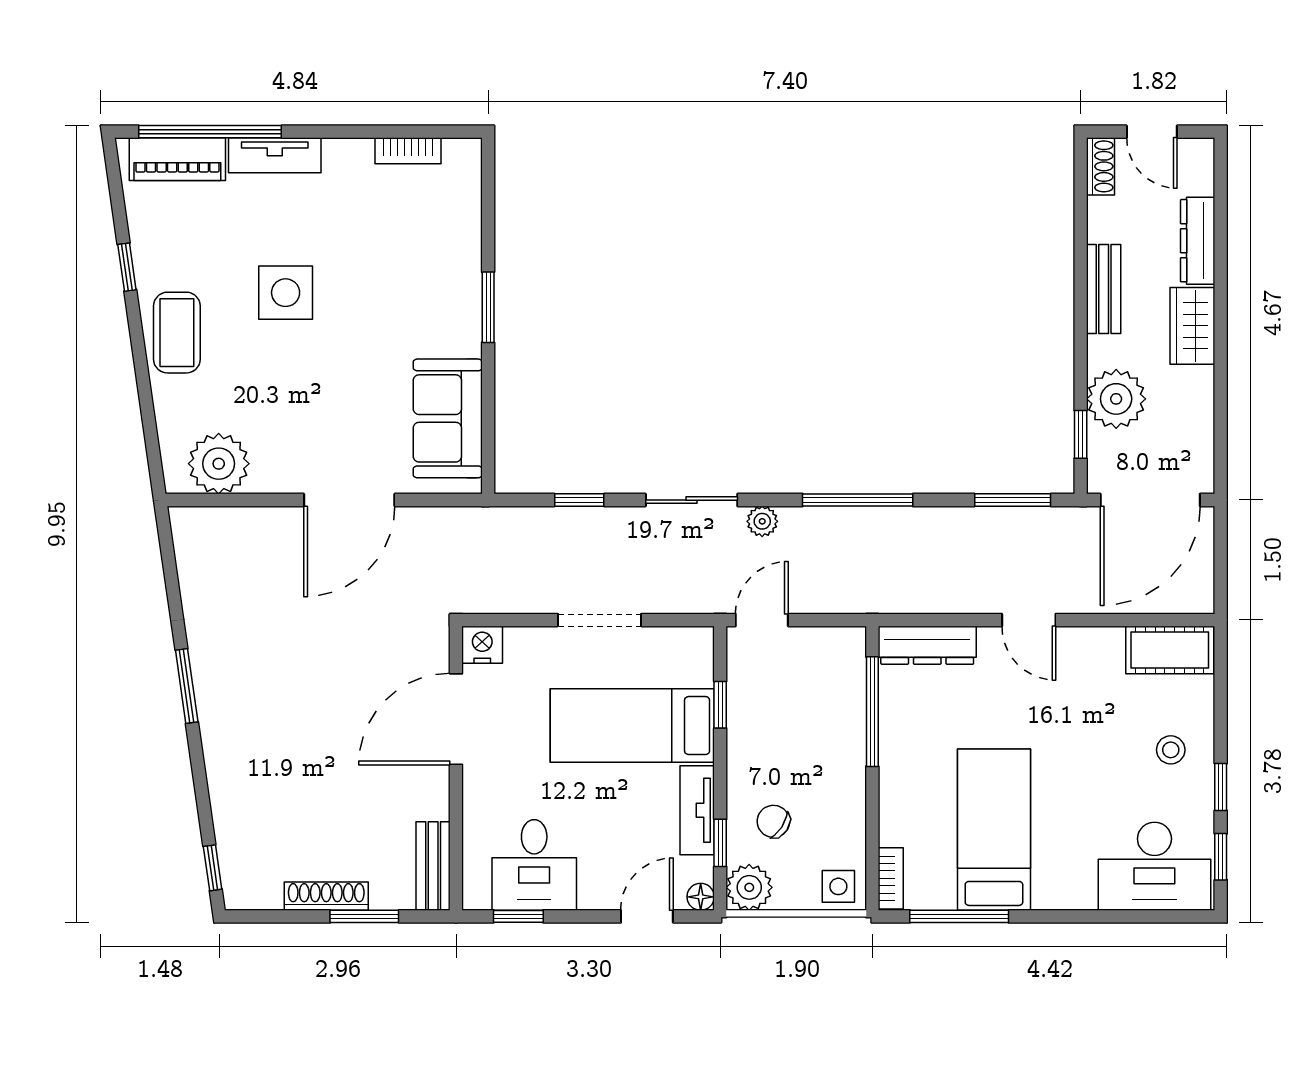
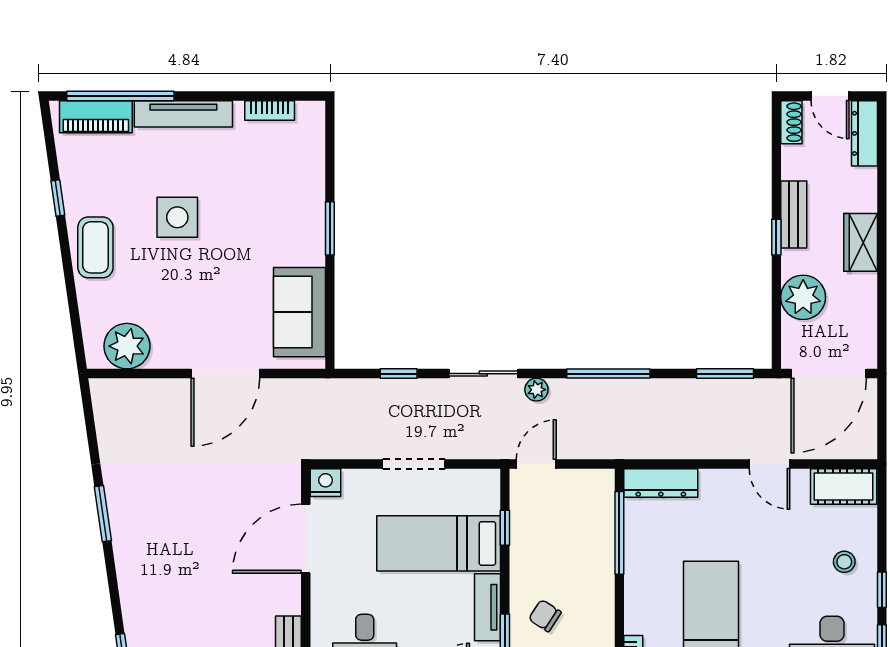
tv unit: (275, 155) -> (183, 114), width x1.41
dresser: (1198, 241) -> (865, 133), moved
window: (1081, 434) -> (776, 237), moved
door: (1029, 620) -> (769, 464), moved

